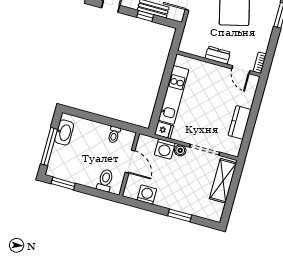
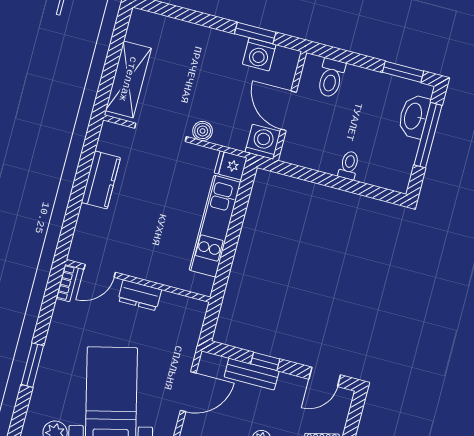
door: (241, 70) -> (100, 271), swing flipped
washbasin: (64, 132) -> (414, 116), moved
toilet: (114, 135) -> (349, 165), moved
washing machine: (165, 149) -> (263, 142), moved
window: (180, 215) -> (255, 33), moved

